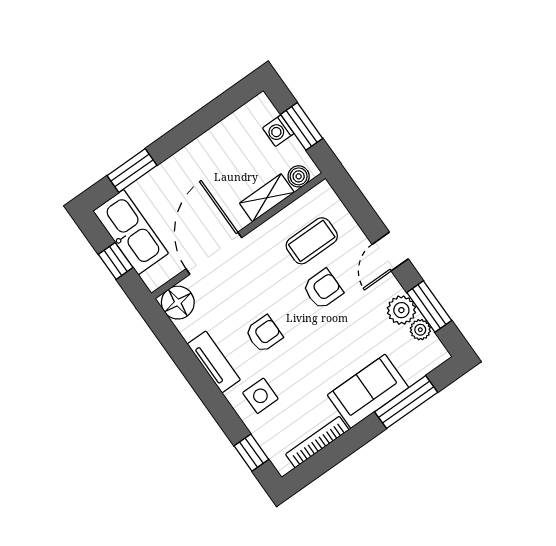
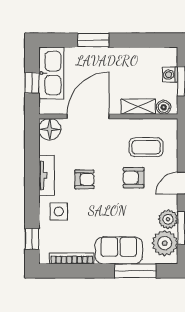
window: (132, 170) -> (93, 40), moved
armchair: (323, 289) -> (134, 178), turned 180
plant: (420, 330) -> (165, 243), width x1.88, depth x1.88

